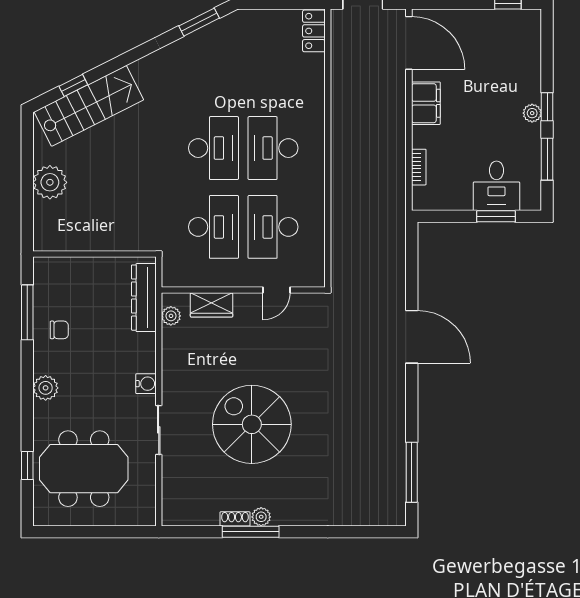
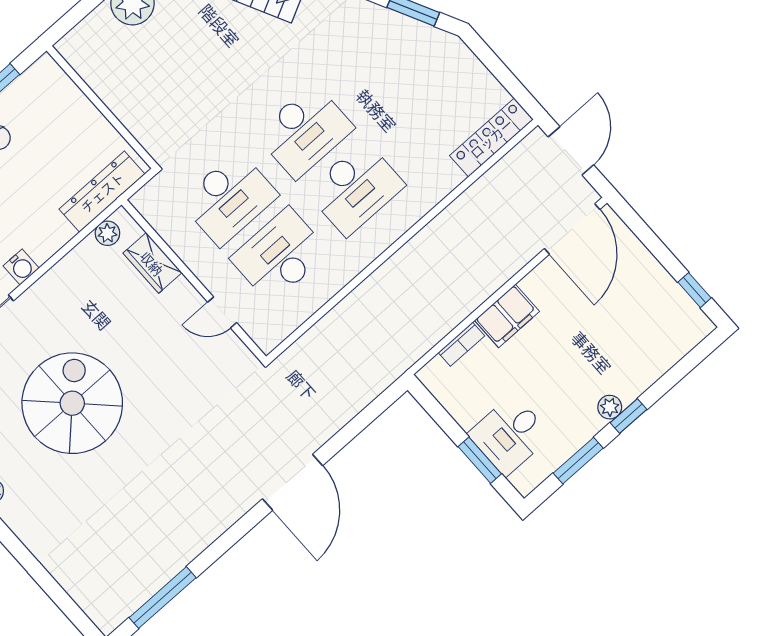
locker: (314, 31) -> (491, 138), width x1.53
filing cabinet: (426, 103) -> (507, 316), moved
desk: (273, 148) -> (355, 188), turned 180

